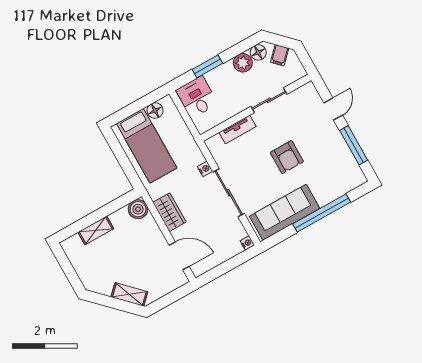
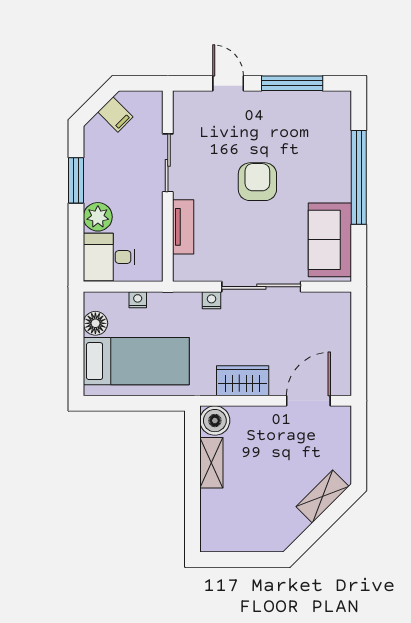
floor lamp: (258, 52) -> (96, 141), removed
plant: (243, 63) -> (98, 217), moved
window: (207, 66) -> (76, 180), moved
armchair: (287, 157) -> (257, 182), turned -90
sofa: (285, 212) -> (330, 240), width x0.73
shelving: (96, 230) -> (211, 463), moved
nightstand: (247, 243) -> (138, 300), moved

